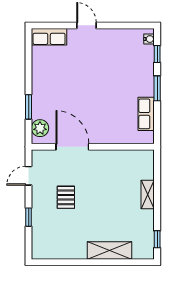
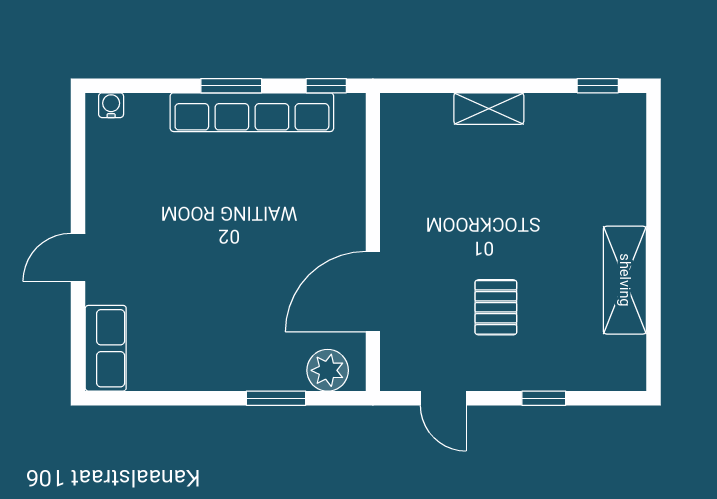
window: (157, 54) -> (326, 86), moved
row of seats: (146, 114) -> (252, 112), width x2.02
pallet: (66, 197) -> (496, 307), turned 90
shelving: (109, 250) -> (625, 280), moved

